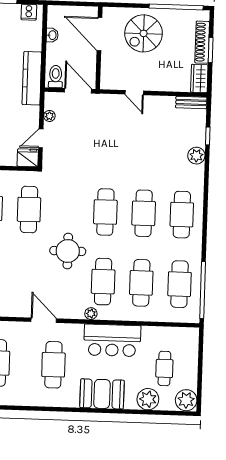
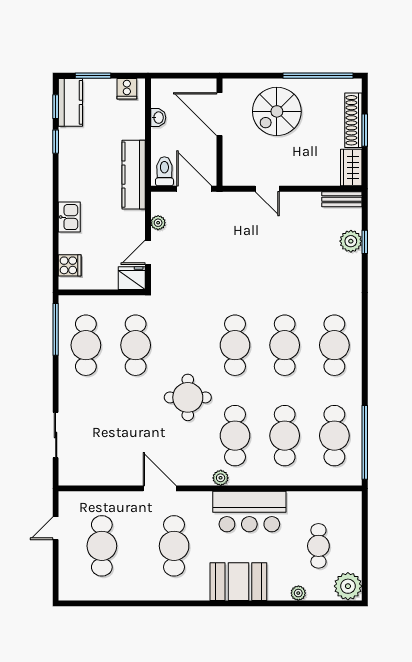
plant: (196, 156) -> (351, 241), moved
plant: (148, 399) -> (298, 593), width x0.53, depth x0.53

